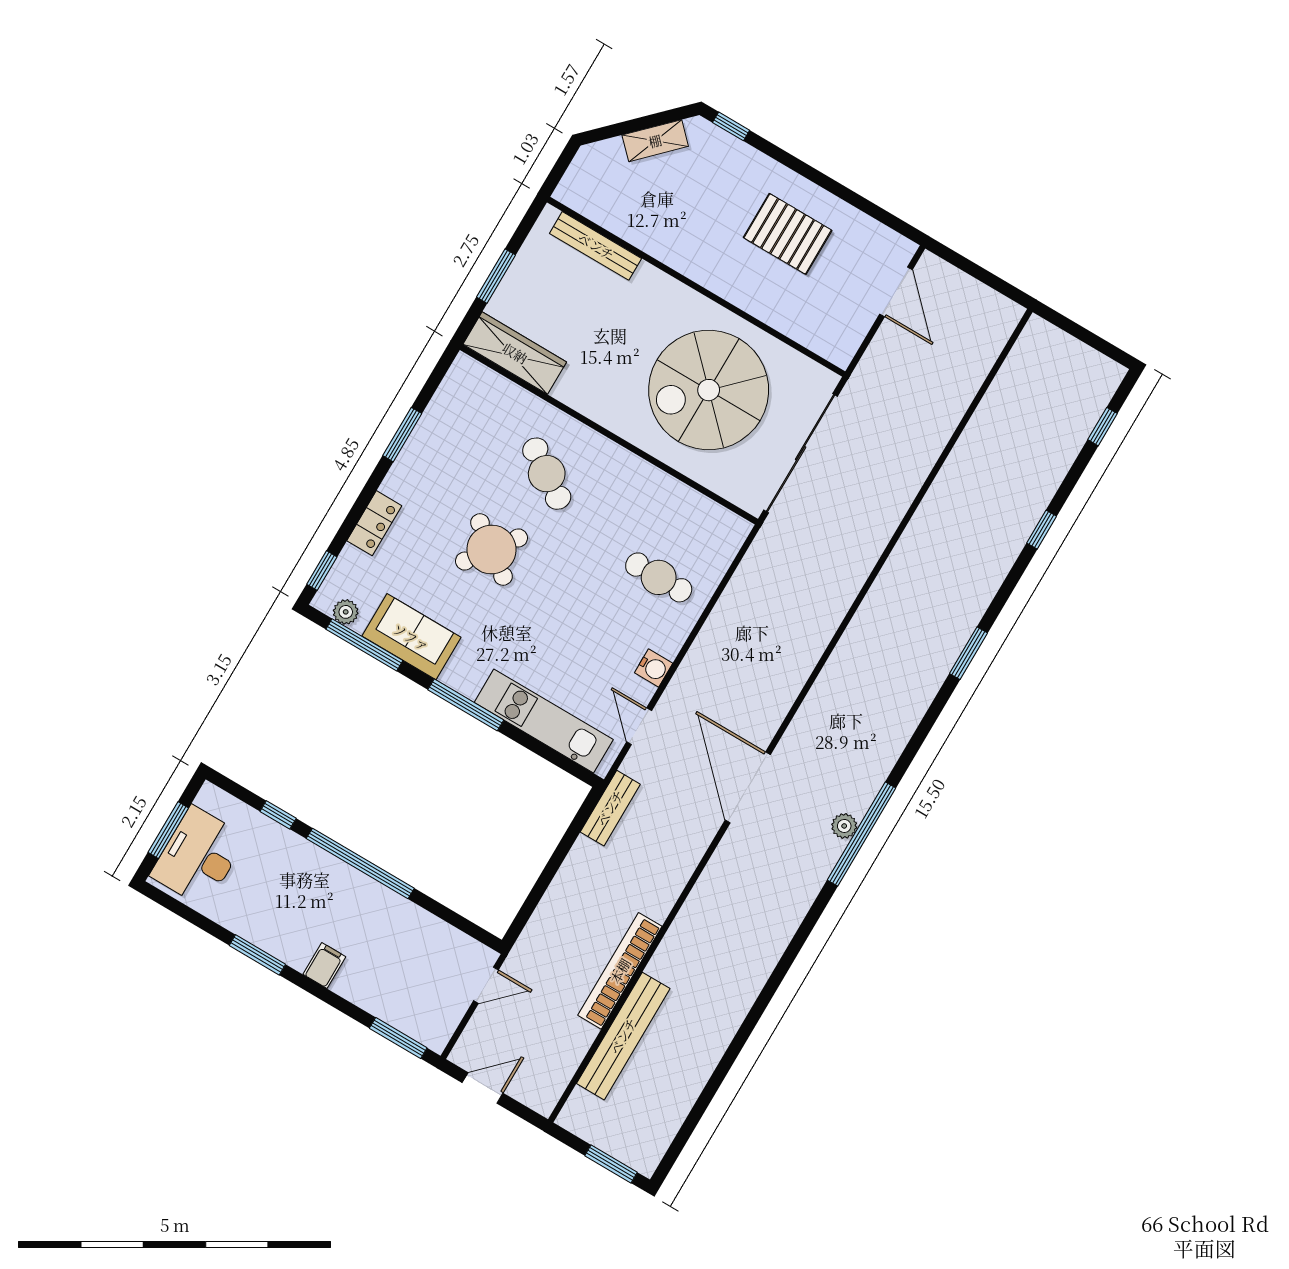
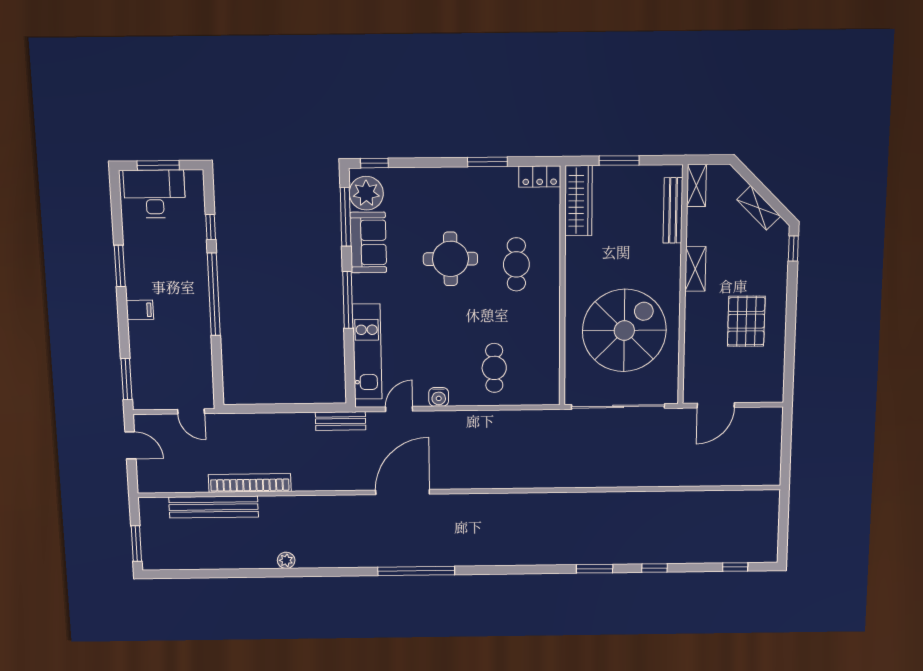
shelving: (582, 200) -> (696, 185), added
shelving: (684, 259) -> (695, 269), added
door: (896, 292) -> (716, 405), moved
spiral stairs: (709, 390) -> (624, 331), turned 90
cafe table: (547, 474) -> (516, 264), turned -34
locker: (374, 523) -> (540, 176), moved
round table: (492, 549) -> (450, 259), turned -36
plant: (346, 612) -> (366, 193), width x1.87, depth x1.87
window: (968, 653) -> (595, 569), moved
plant: (844, 826) -> (286, 560), moved

